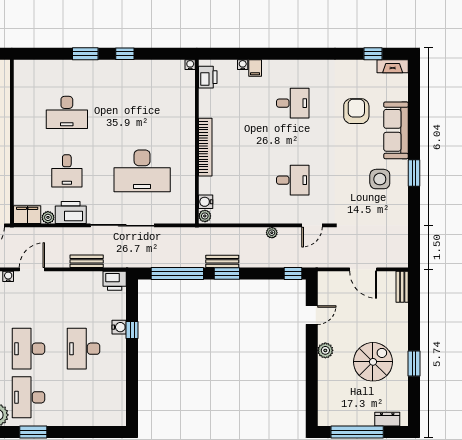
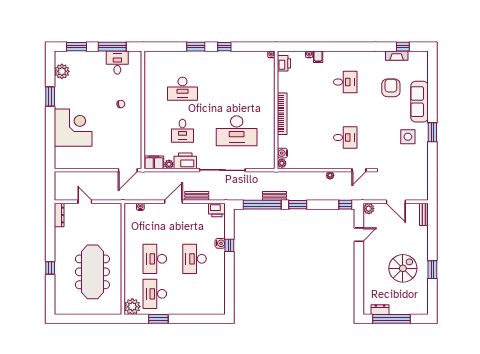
fireplace: (393, 66) -> (397, 56), moved
bench: (222, 261) -> (275, 196), moved
door: (32, 269) -> (174, 202), moved
plant: (325, 350) -> (369, 209), moved
dresser: (387, 419) -> (380, 310), moved

